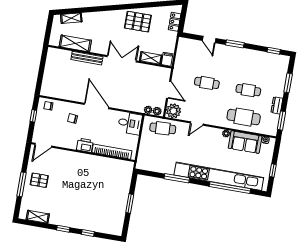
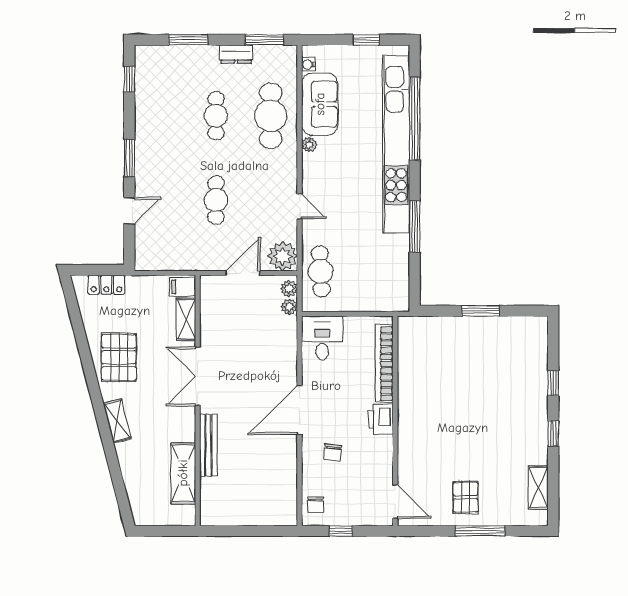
shelving: (71, 18) -> (117, 421), moved

